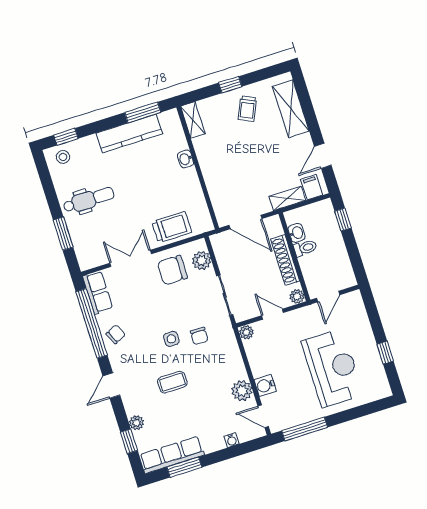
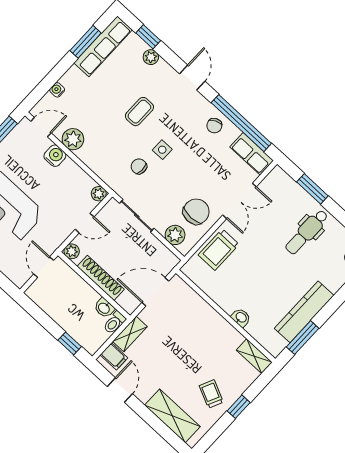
toilet: (305, 248) -> (114, 323), moved

